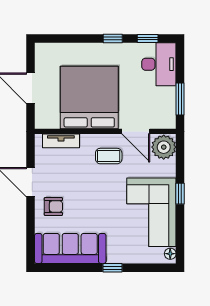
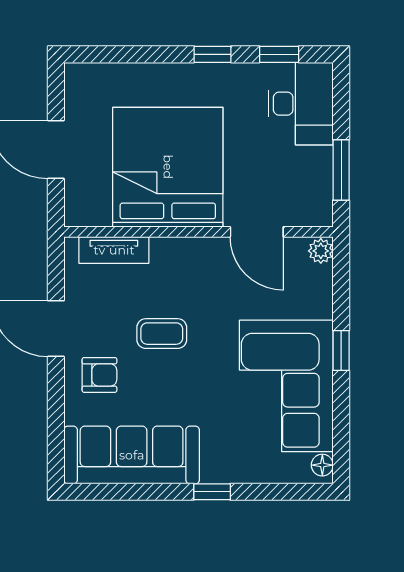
plant: (164, 147) -> (321, 251), width x0.53, depth x0.53
coffee table: (109, 156) -> (162, 334), moved

